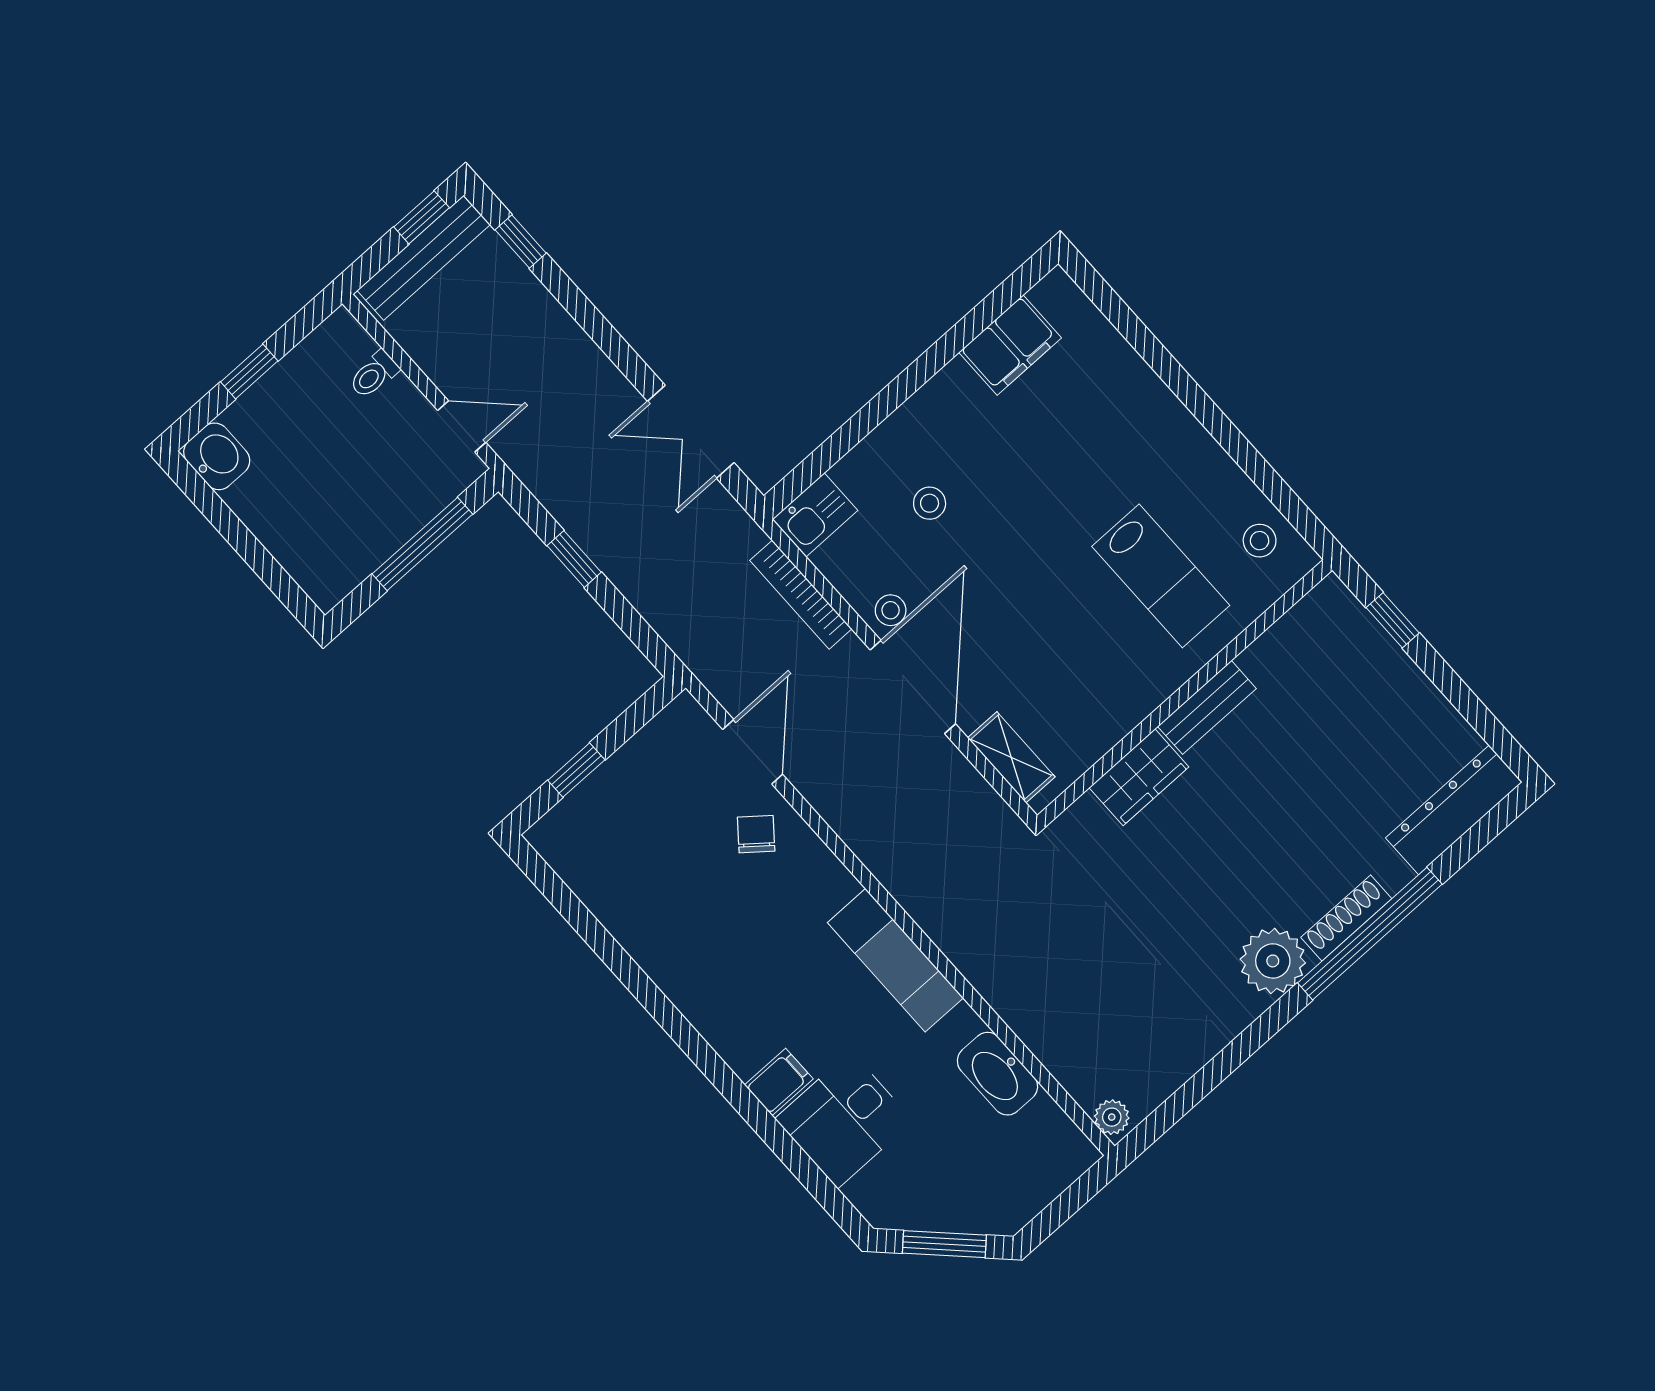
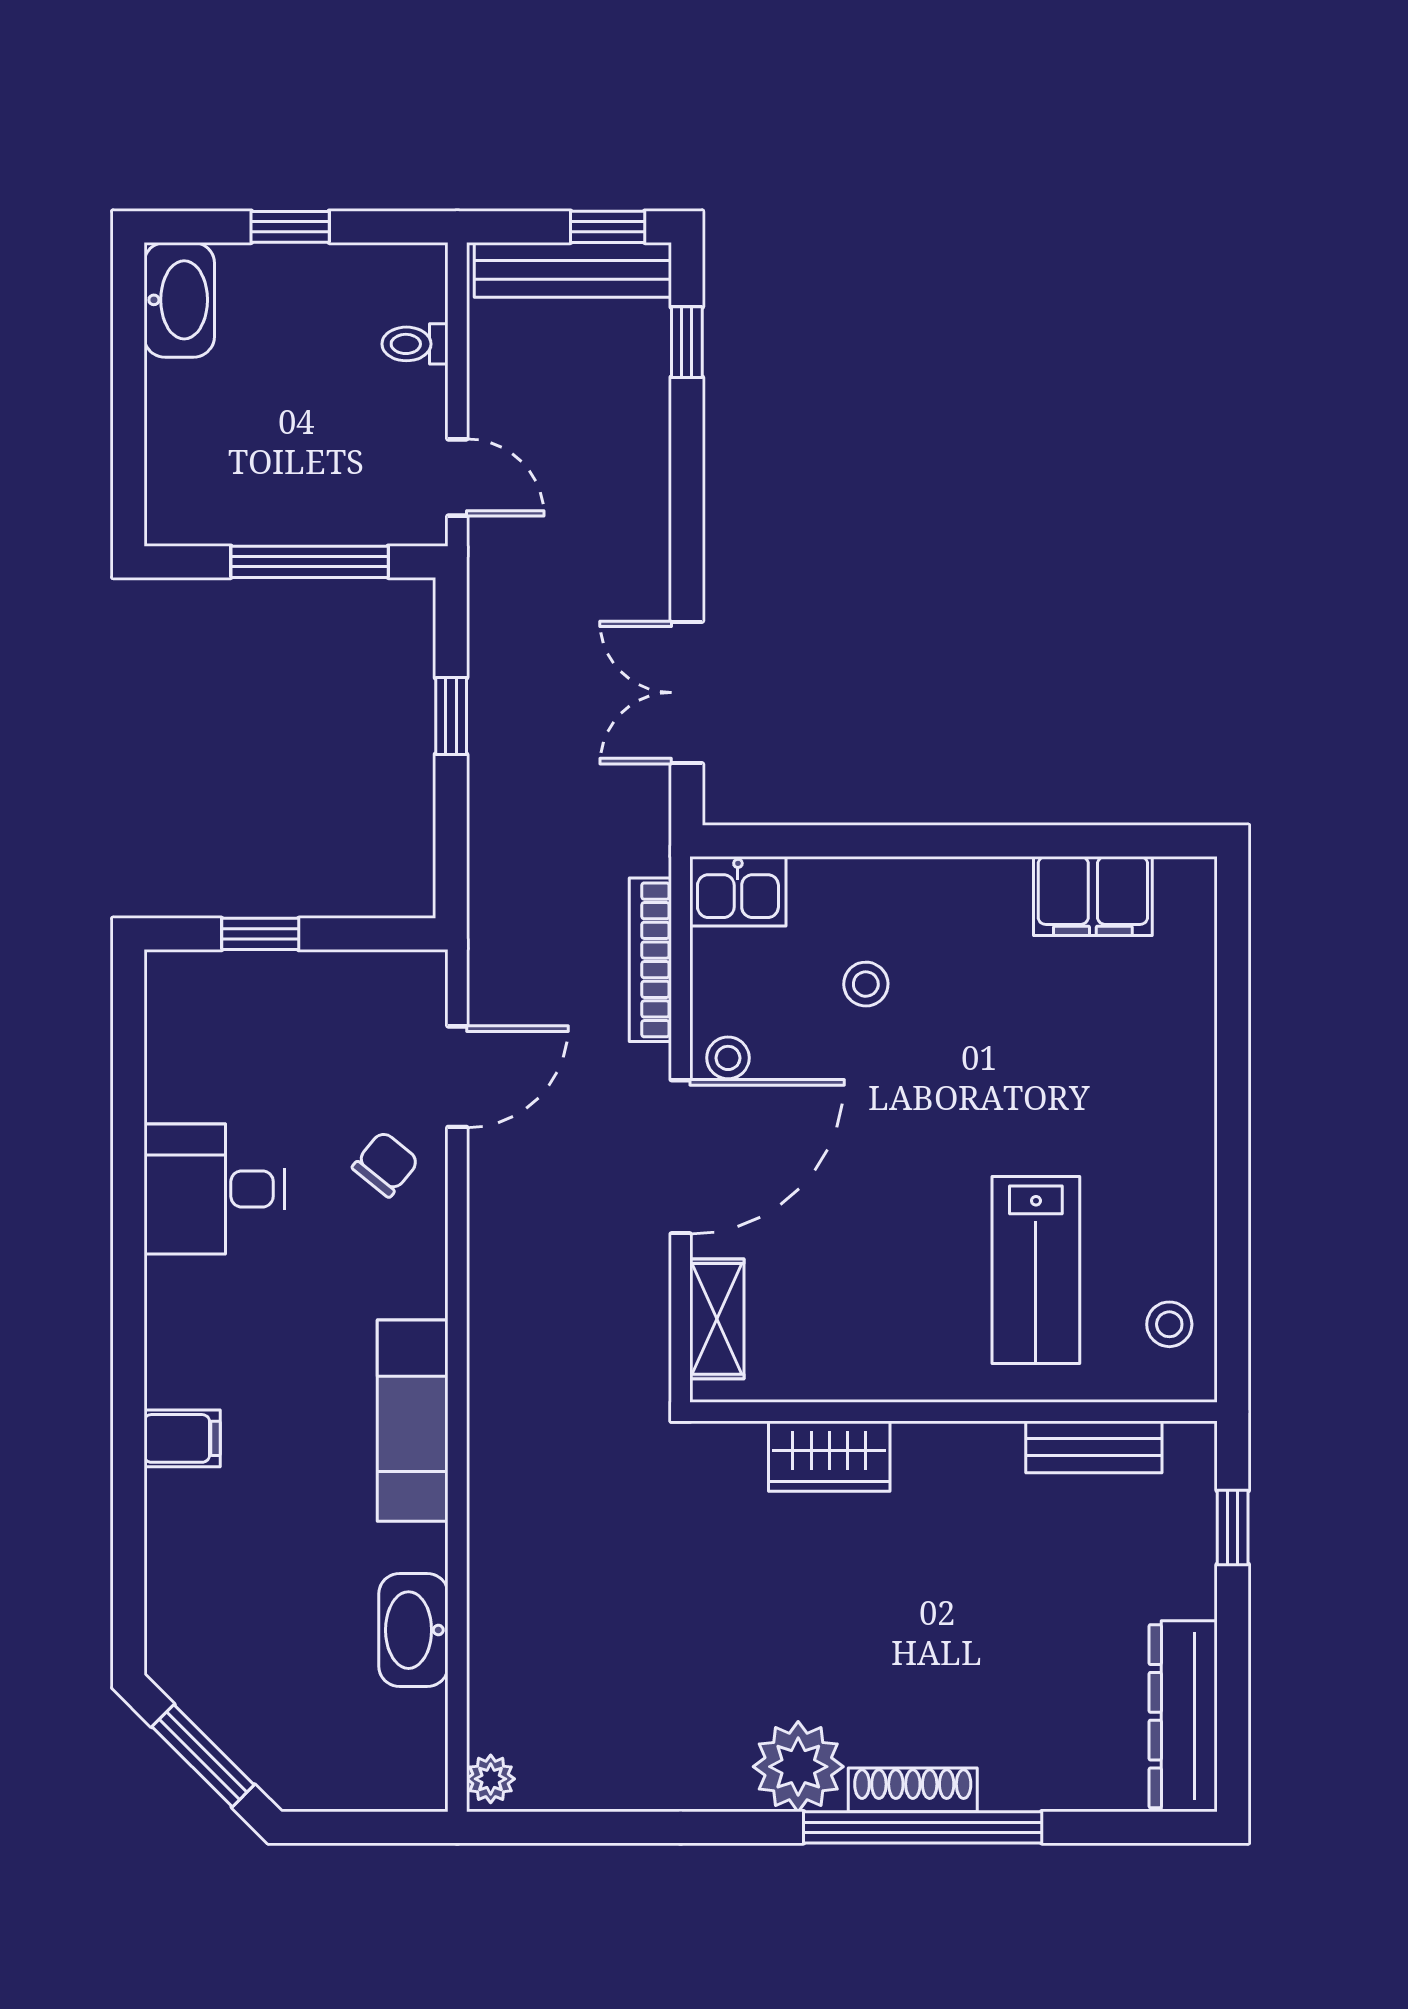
washbasin: (217, 456) -> (179, 300), width x1.38
bench: (1207, 707) -> (1094, 1447), moved
dresser: (1454, 810) -> (1183, 1716), moved, turned -90
desk: (844, 1120) -> (214, 1189), moved

